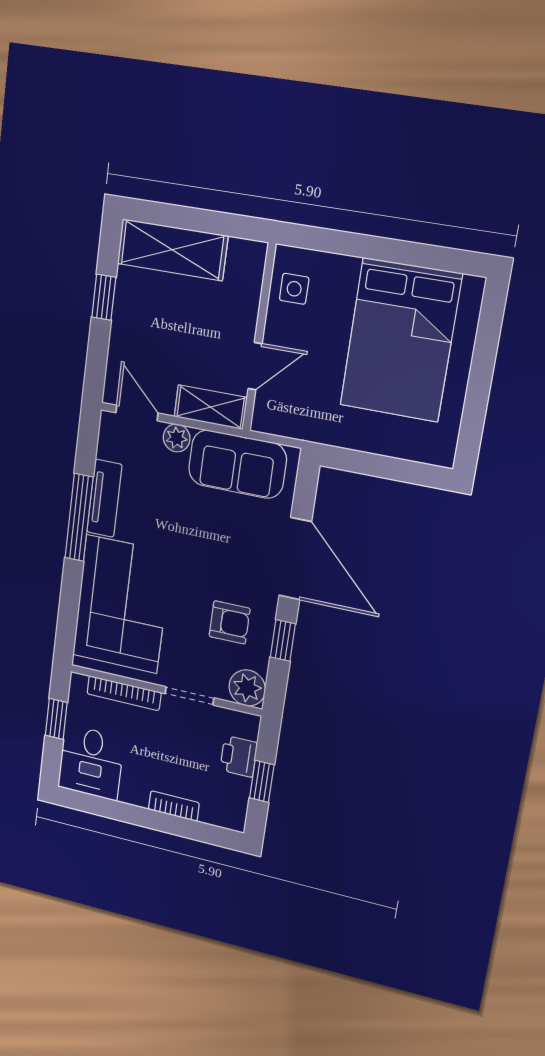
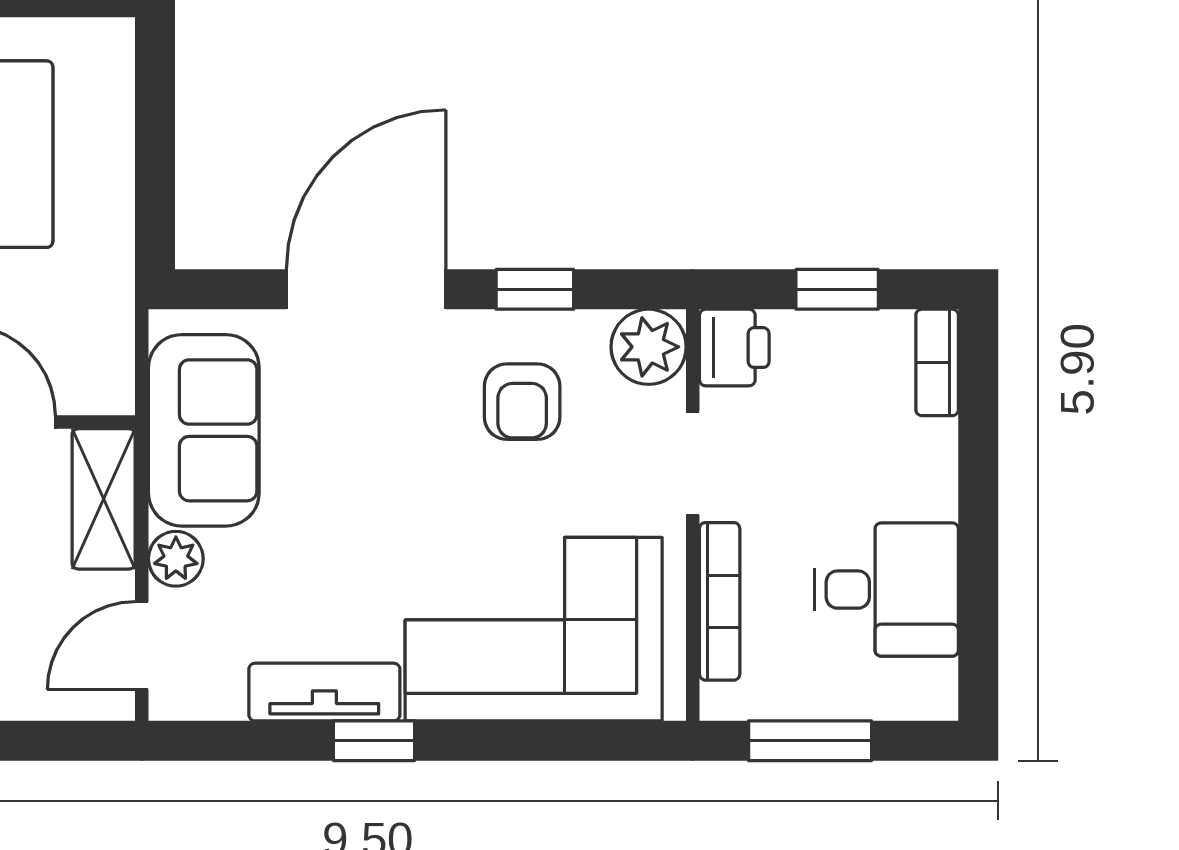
window: (79, 518) -> (374, 741), width x0.46
armchair: (230, 622) -> (522, 402), turned 180
window: (56, 719) -> (810, 741), width x1.50
printer: (239, 756) -> (734, 348), moved, turned -90
desk: (91, 762) -> (887, 590), moved
bookcase: (174, 806) -> (937, 362), moved

